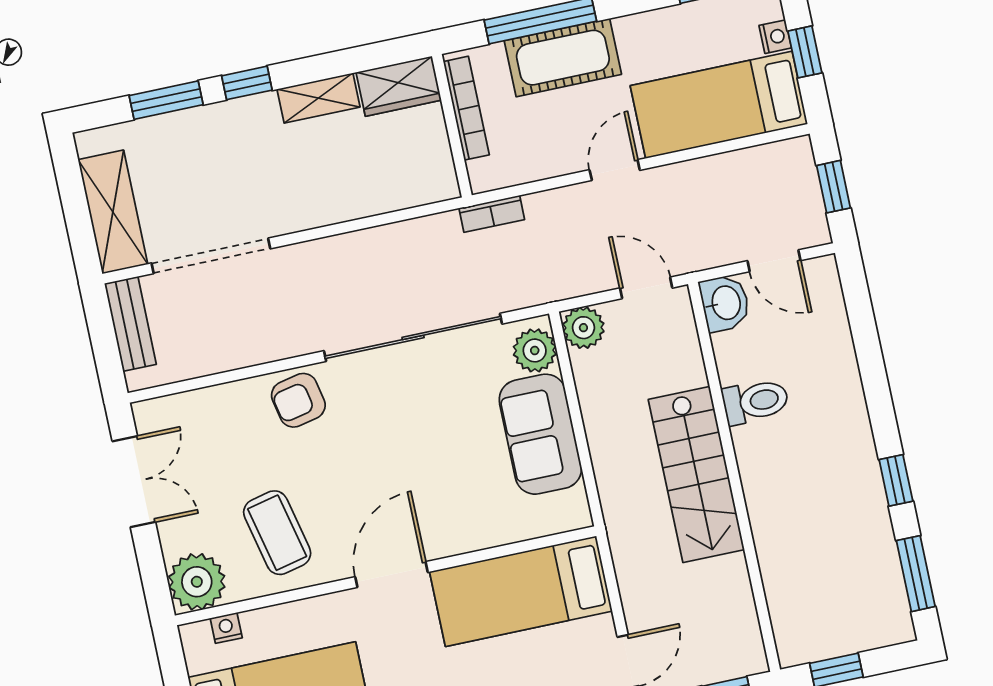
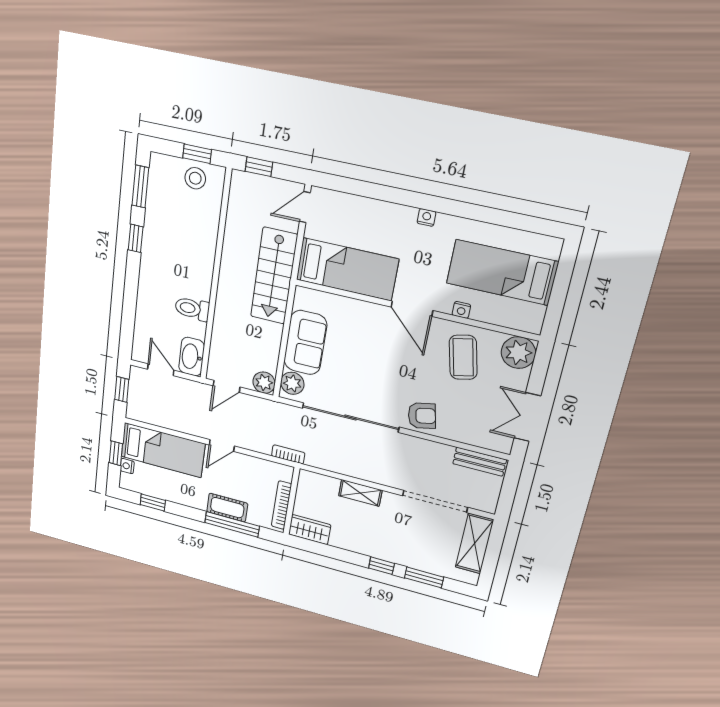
cot: (563, 58) -> (227, 508), width x0.73, depth x0.75
shelving: (318, 98) -> (360, 493), moved
door: (646, 288) -> (227, 386), hinge flipped
washbasin: (725, 303) -> (192, 357), width x1.38
bench: (130, 324) -> (480, 462), moved, turned 90
stairs: (696, 474) -> (274, 276), moved, turned 180
door: (391, 575) -> (412, 309), hinge flipped
nightstand: (226, 628) -> (461, 310), moved
stool: (826, 629) -> (195, 178), added

